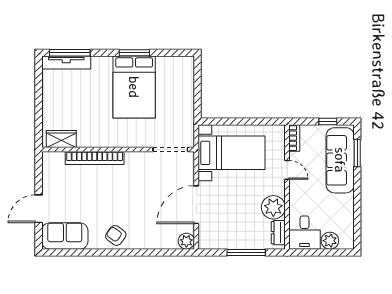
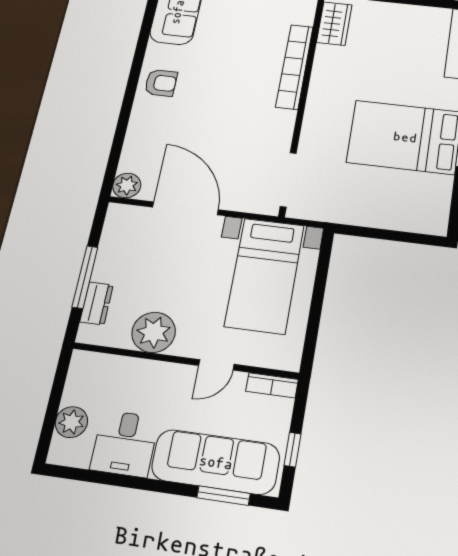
dresser: (278, 233) -> (96, 303), moved, turned 90
desk: (304, 233) -> (125, 444), moved, turned -90
armchair: (116, 235) -> (161, 83), turned 53

